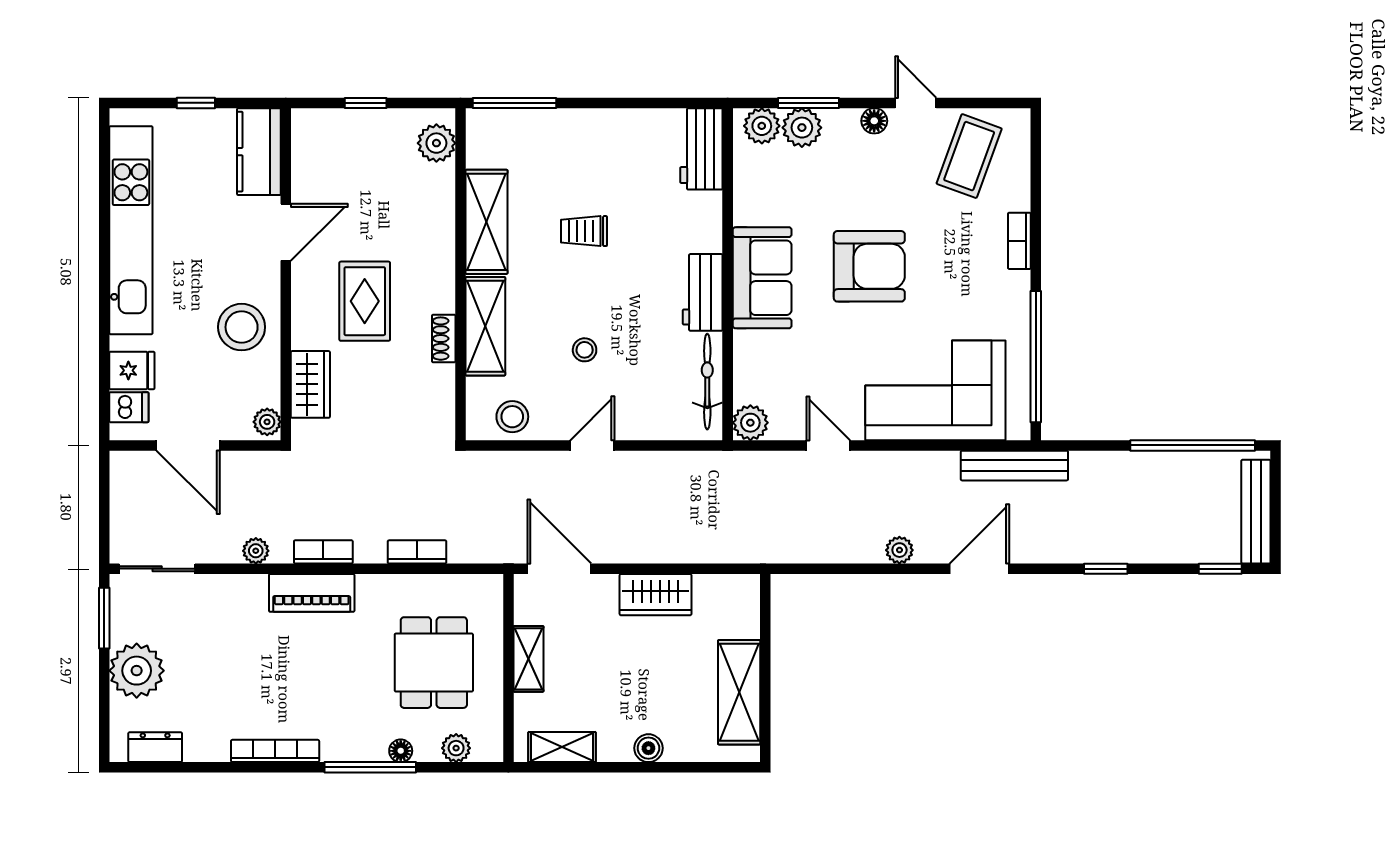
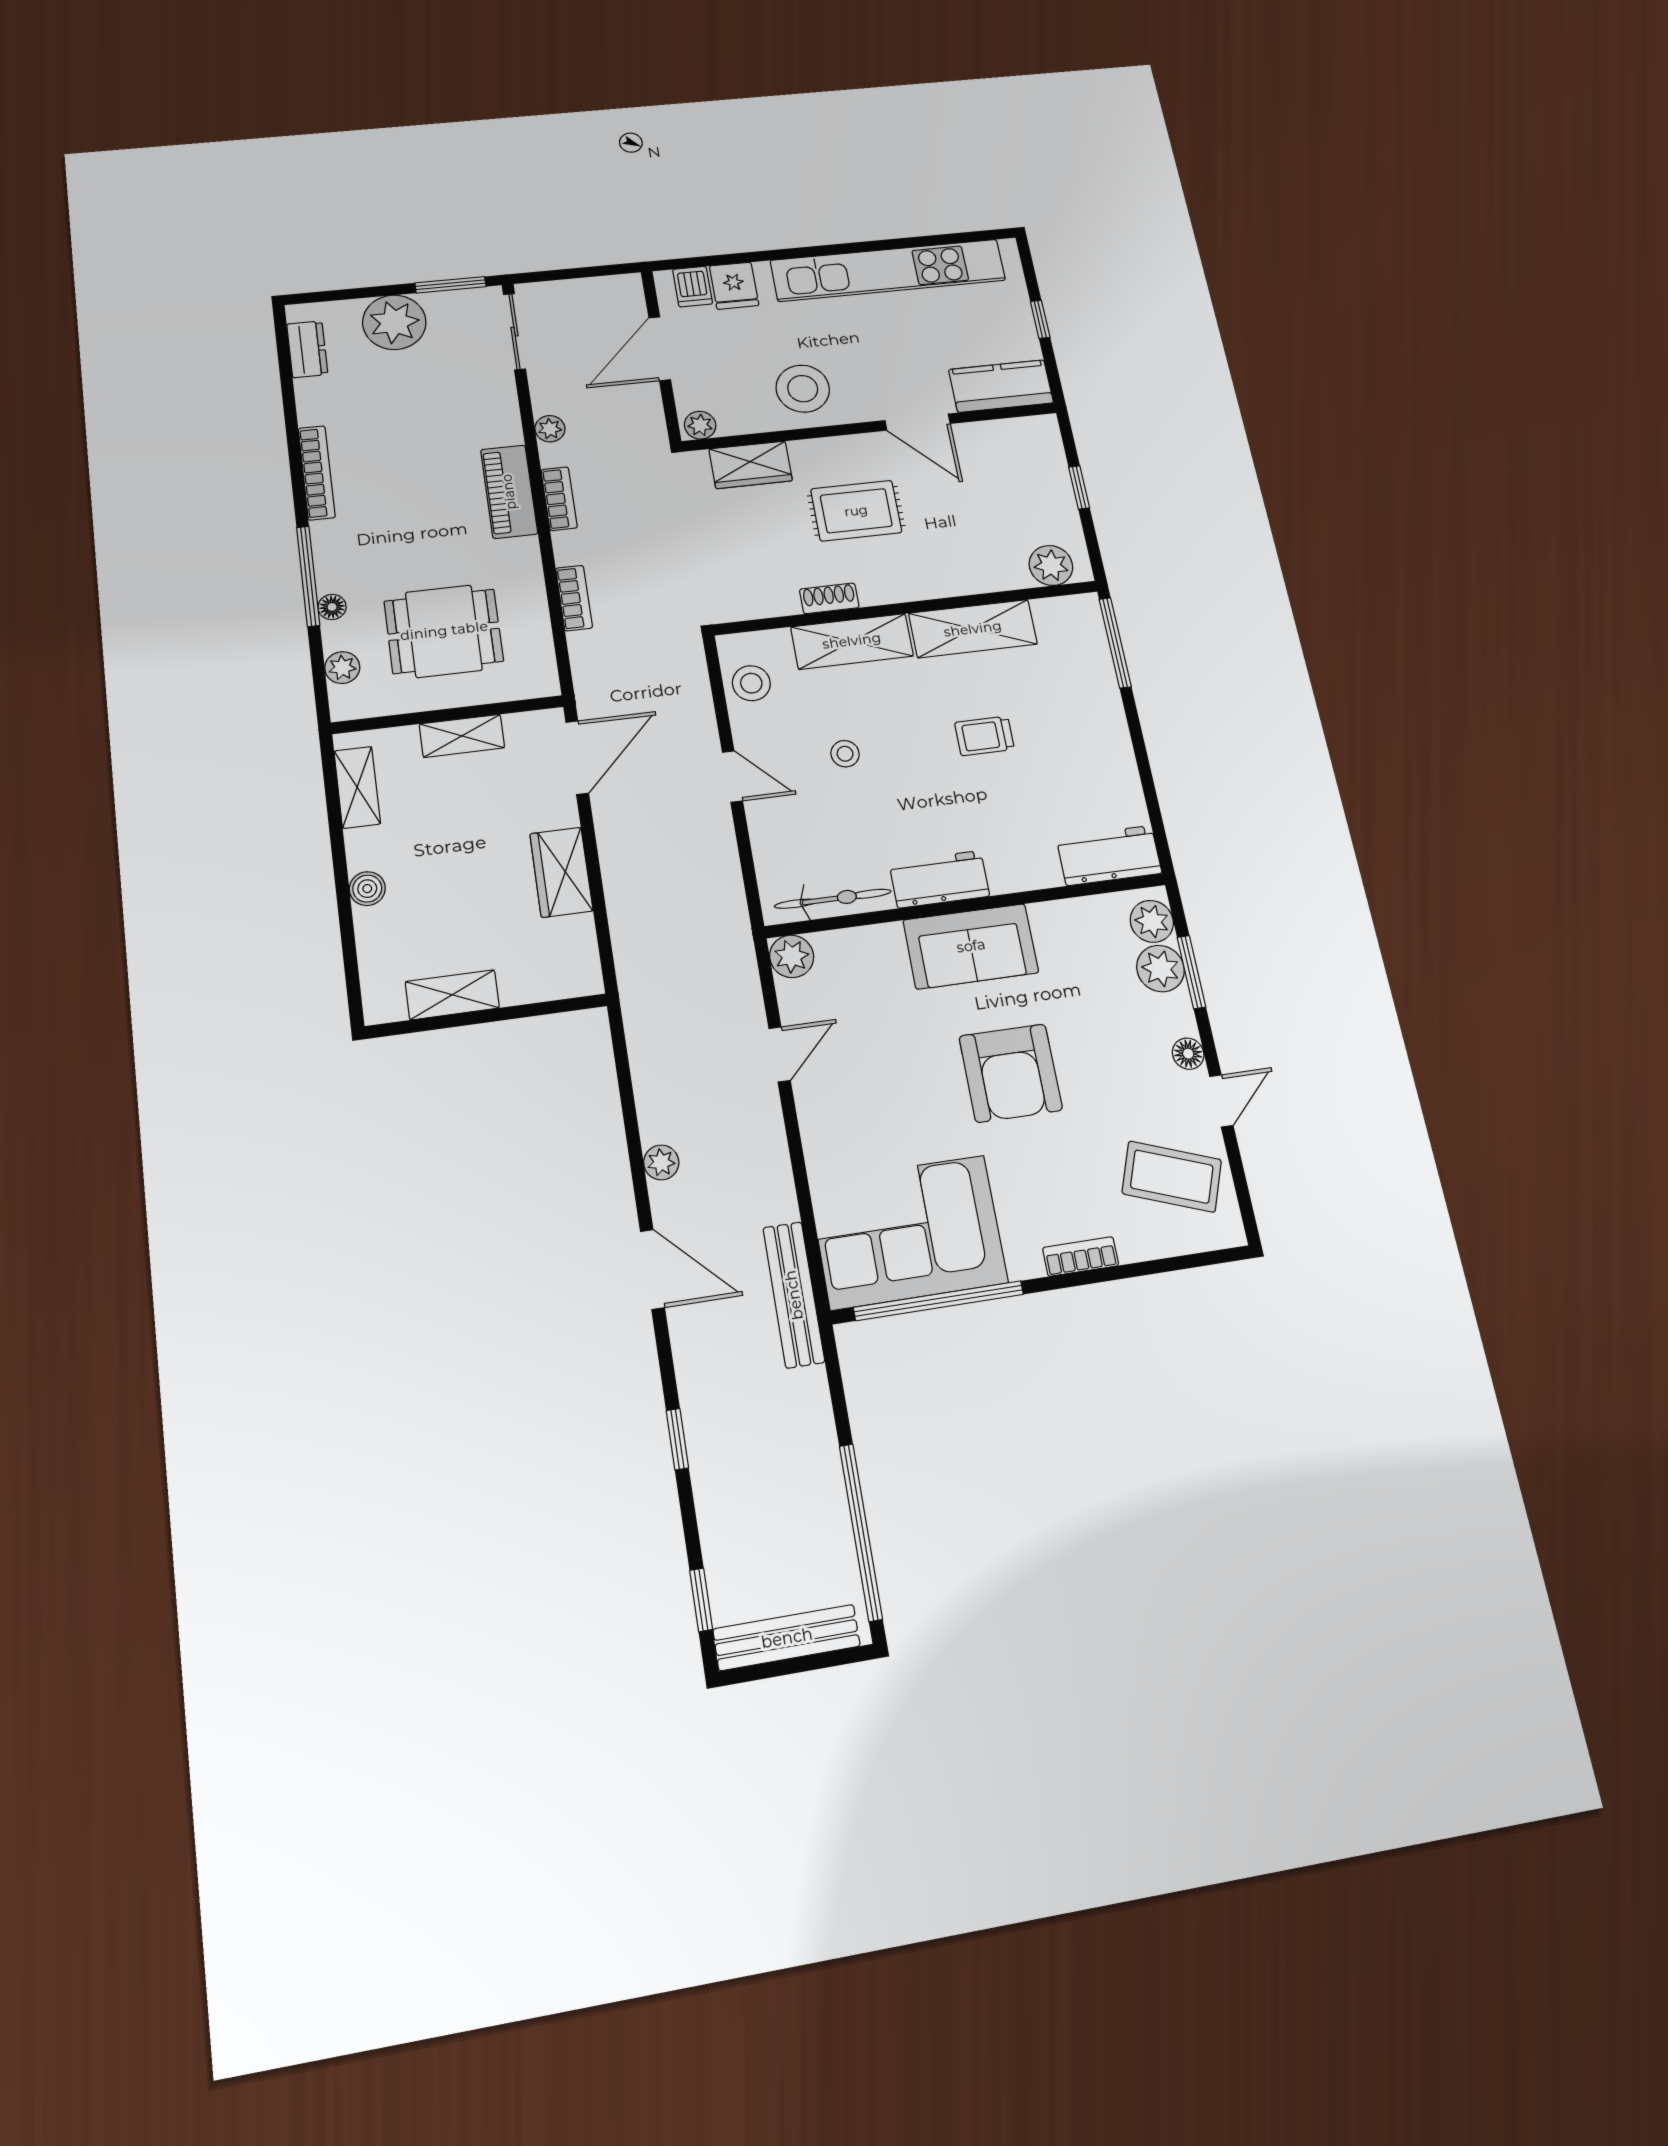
trolley: (584, 231) -> (985, 736), turned -90
corner sofa: (935, 390) -> (908, 1232), moved, turned -90
shelving: (739, 692) -> (452, 995), width x0.67, depth x0.75

